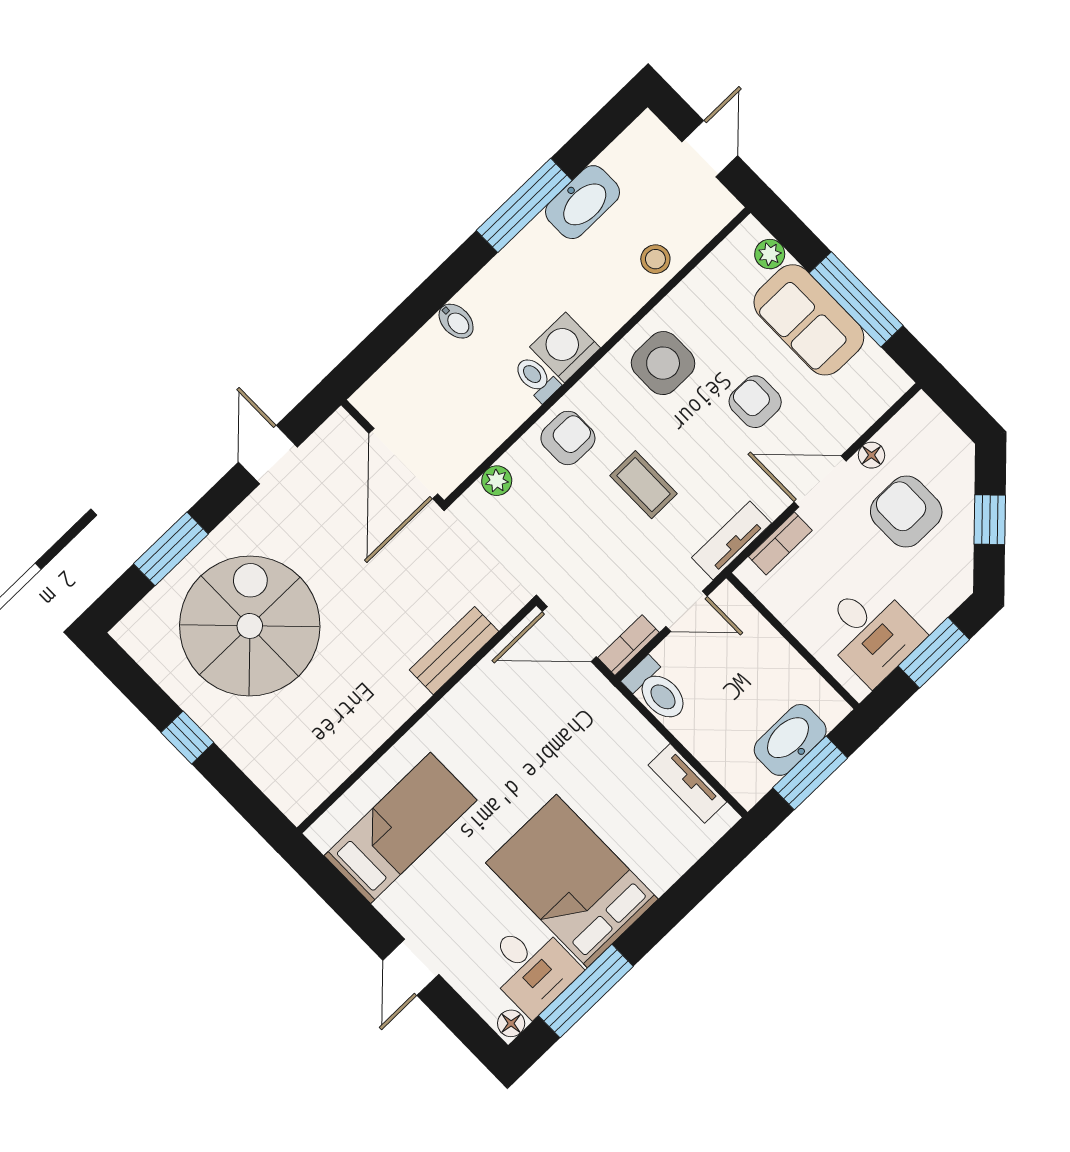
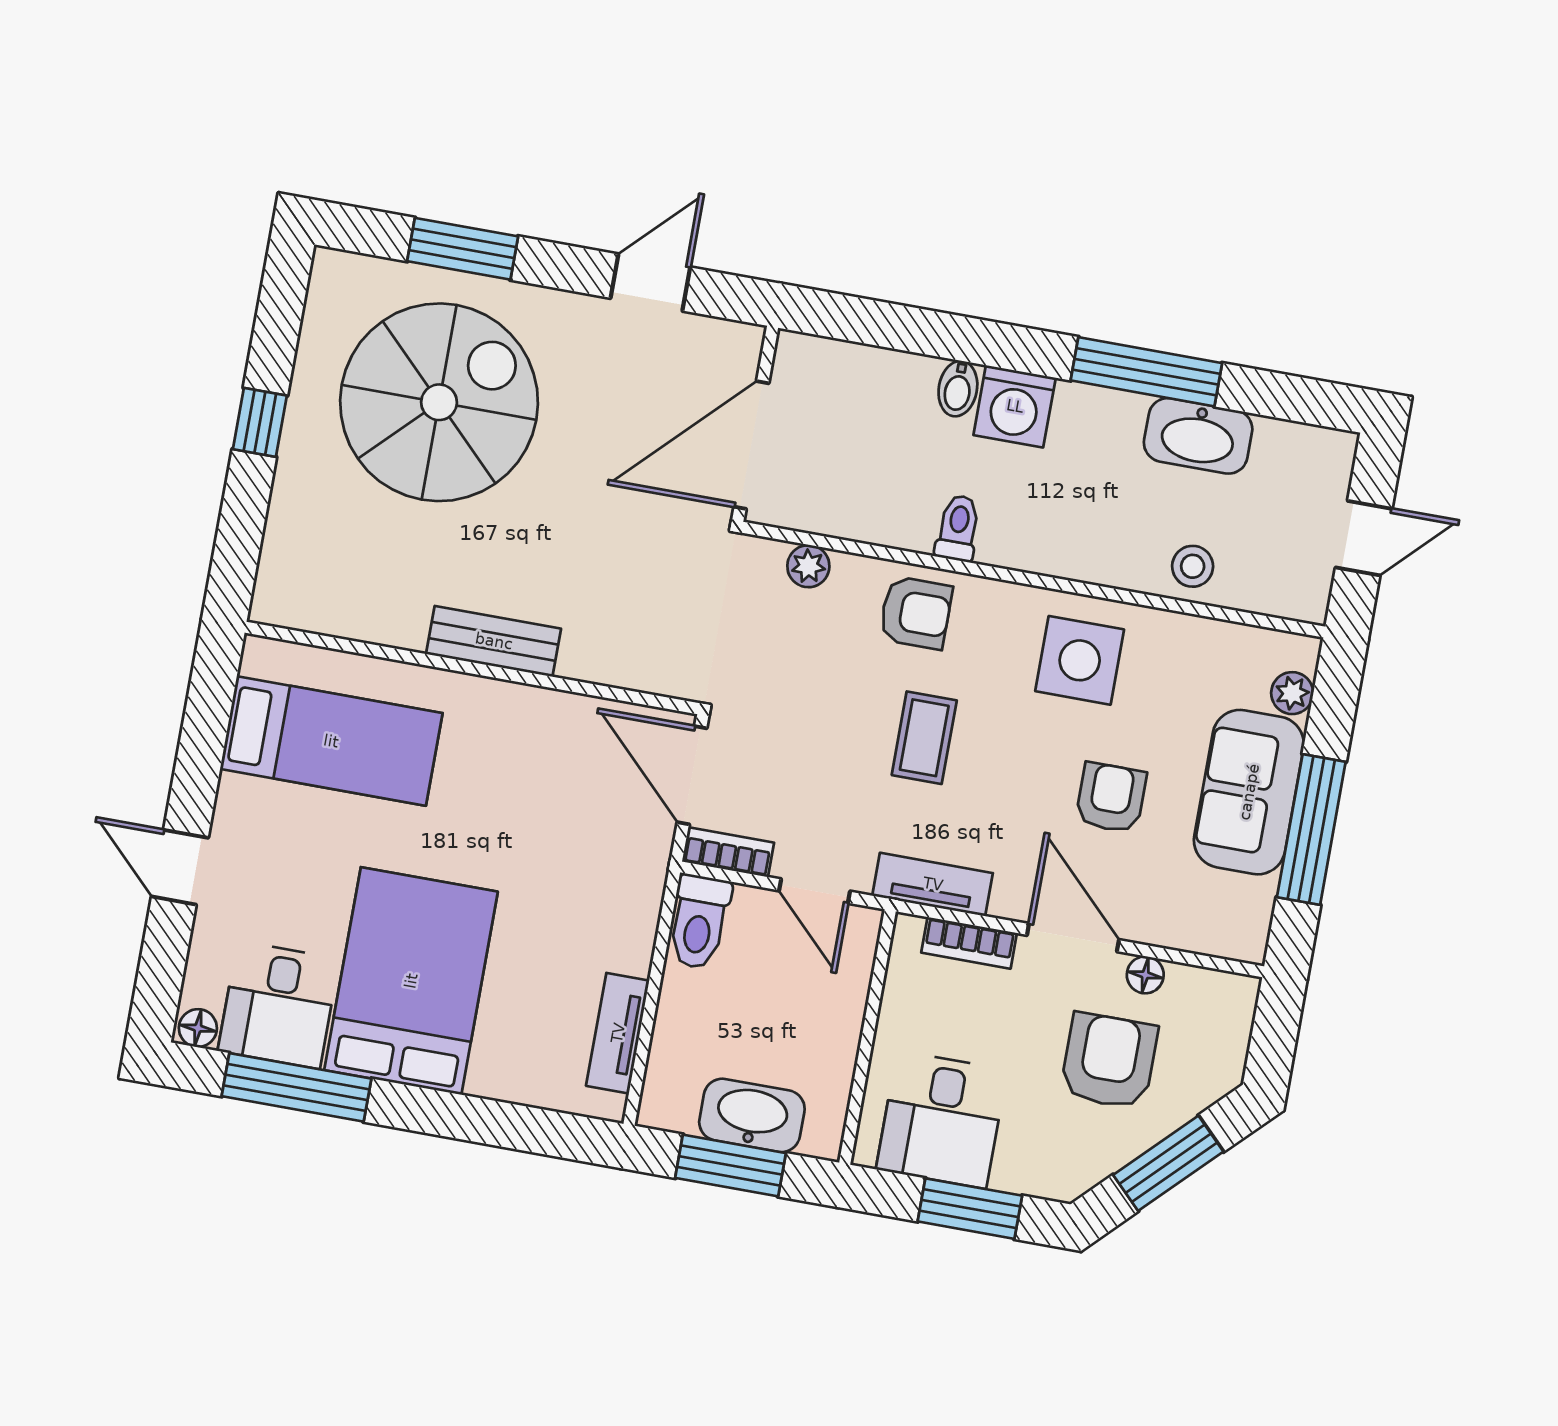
washing machine: (565, 347) -> (1015, 406), moved, turned 180
window: (990, 520) -> (1168, 1163), width x1.50
bench: (454, 651) -> (494, 641), moved
door: (411, 967) -> (180, 867), hinge flipped

